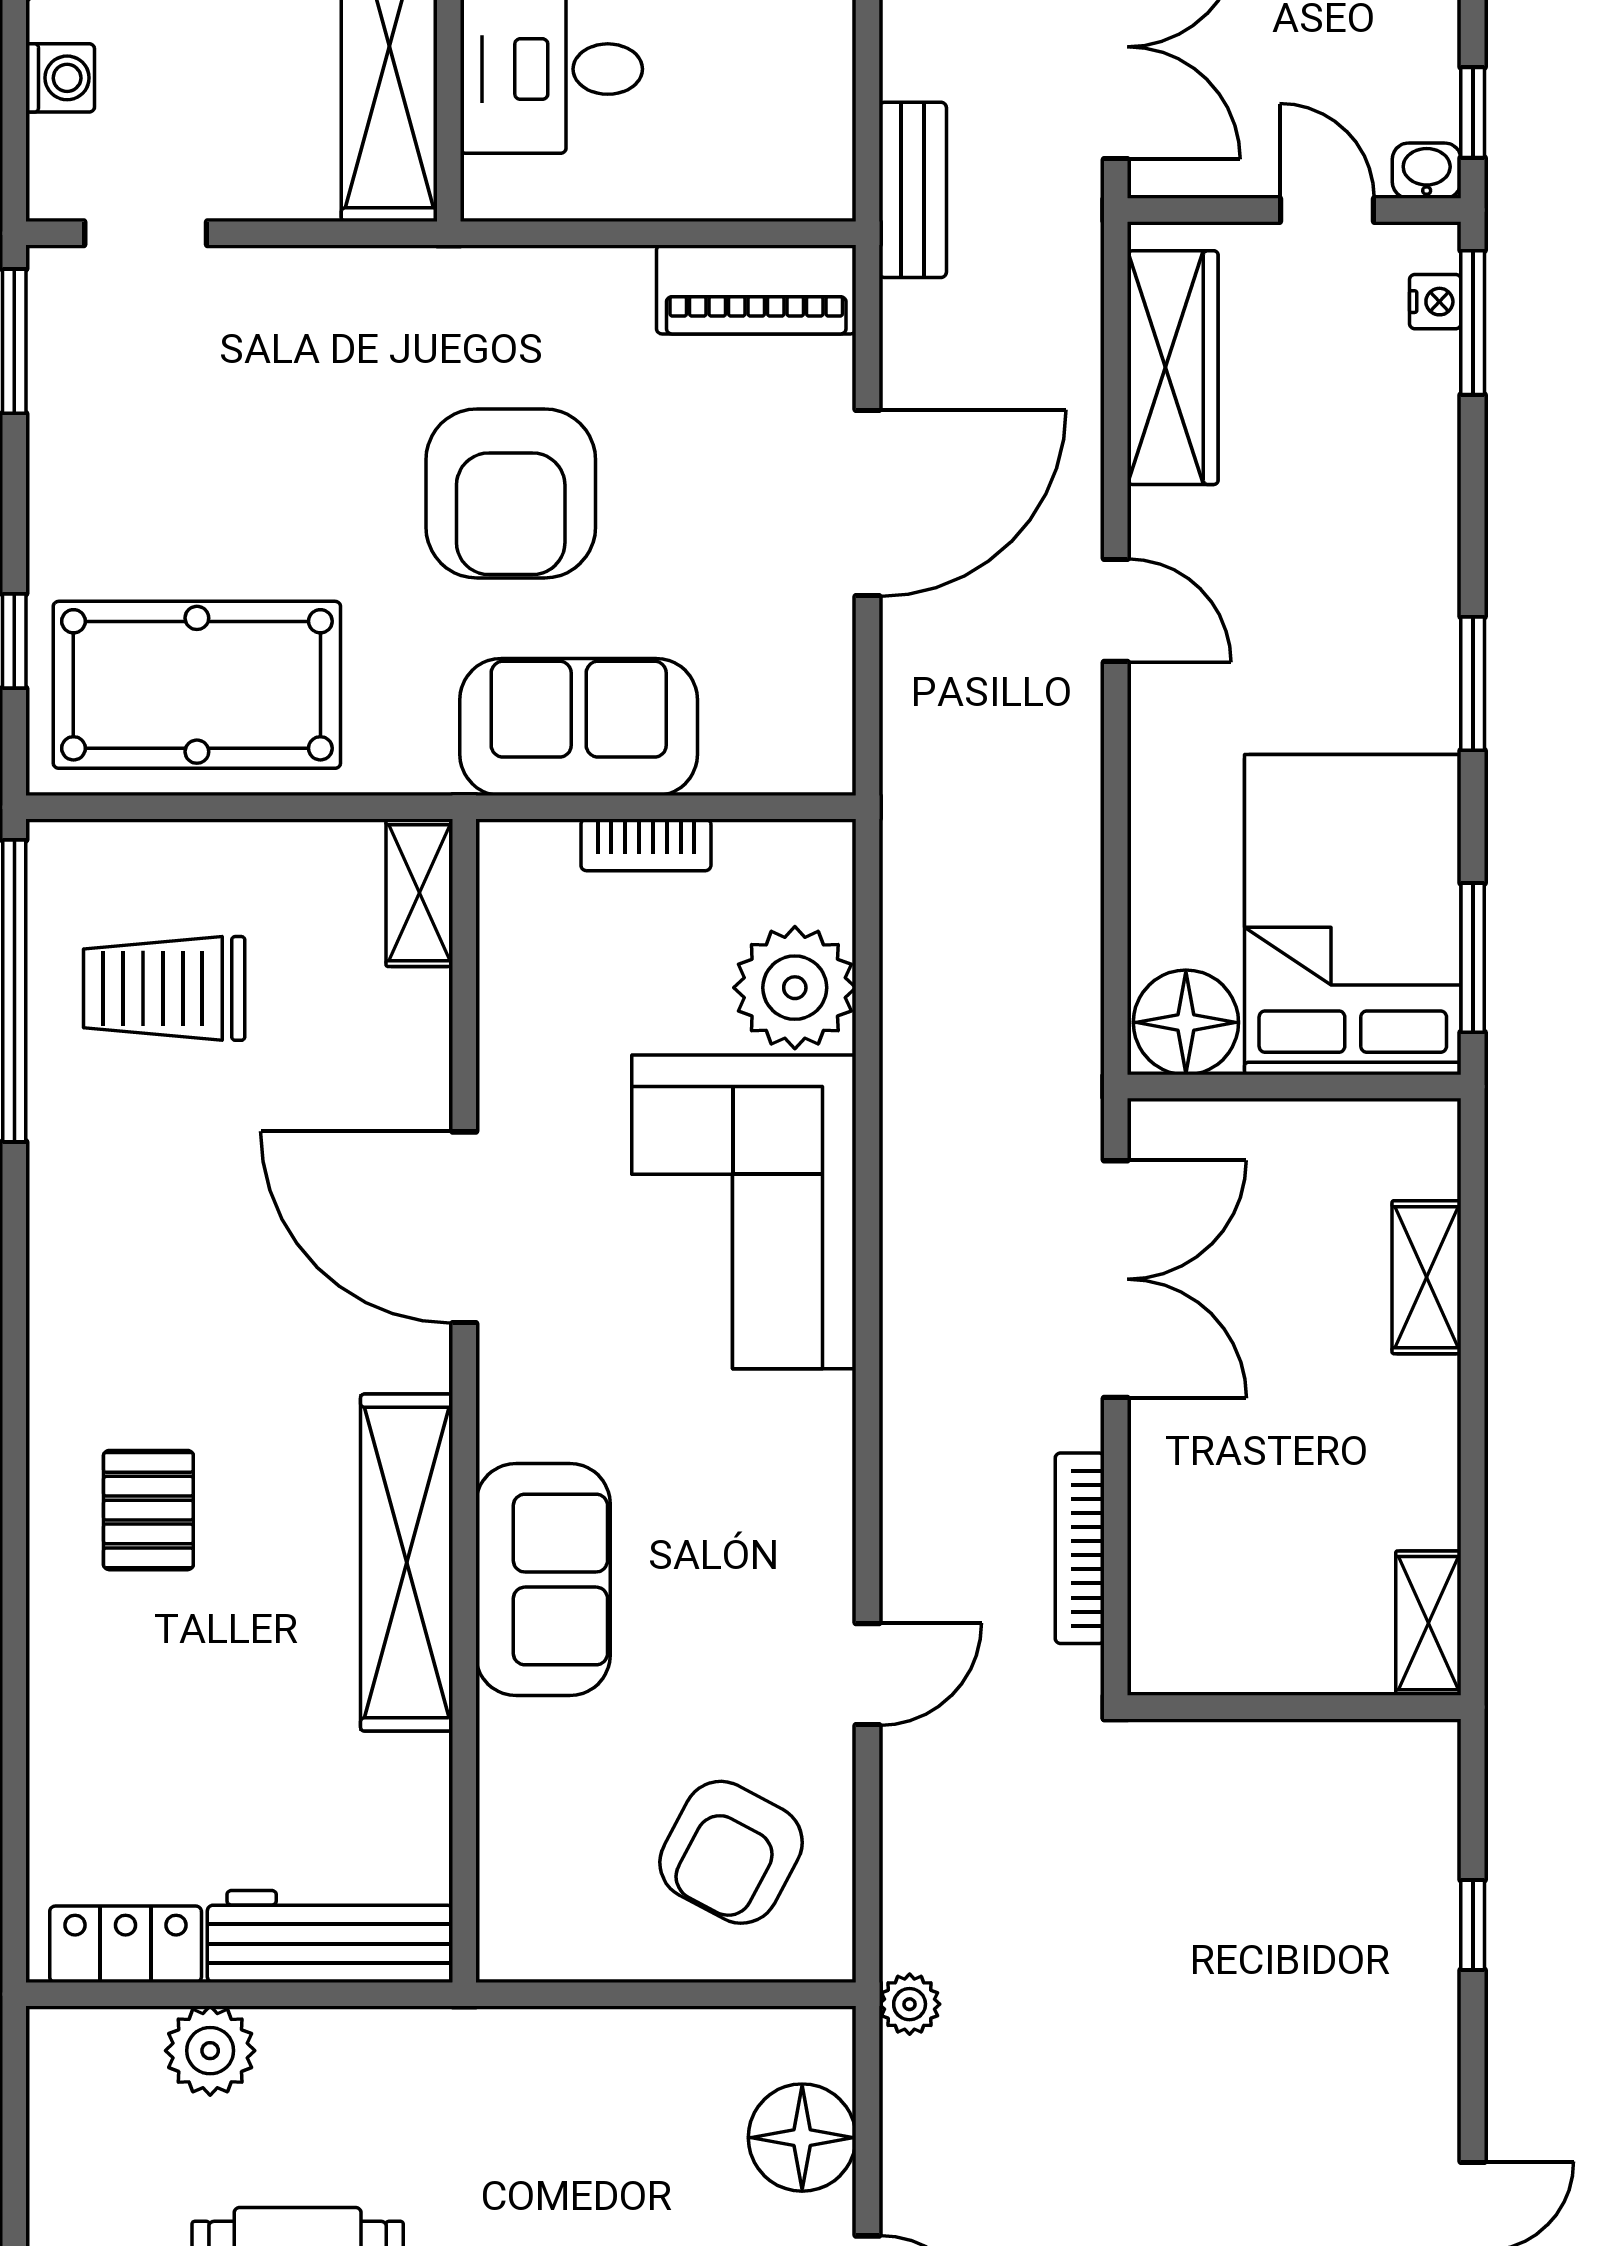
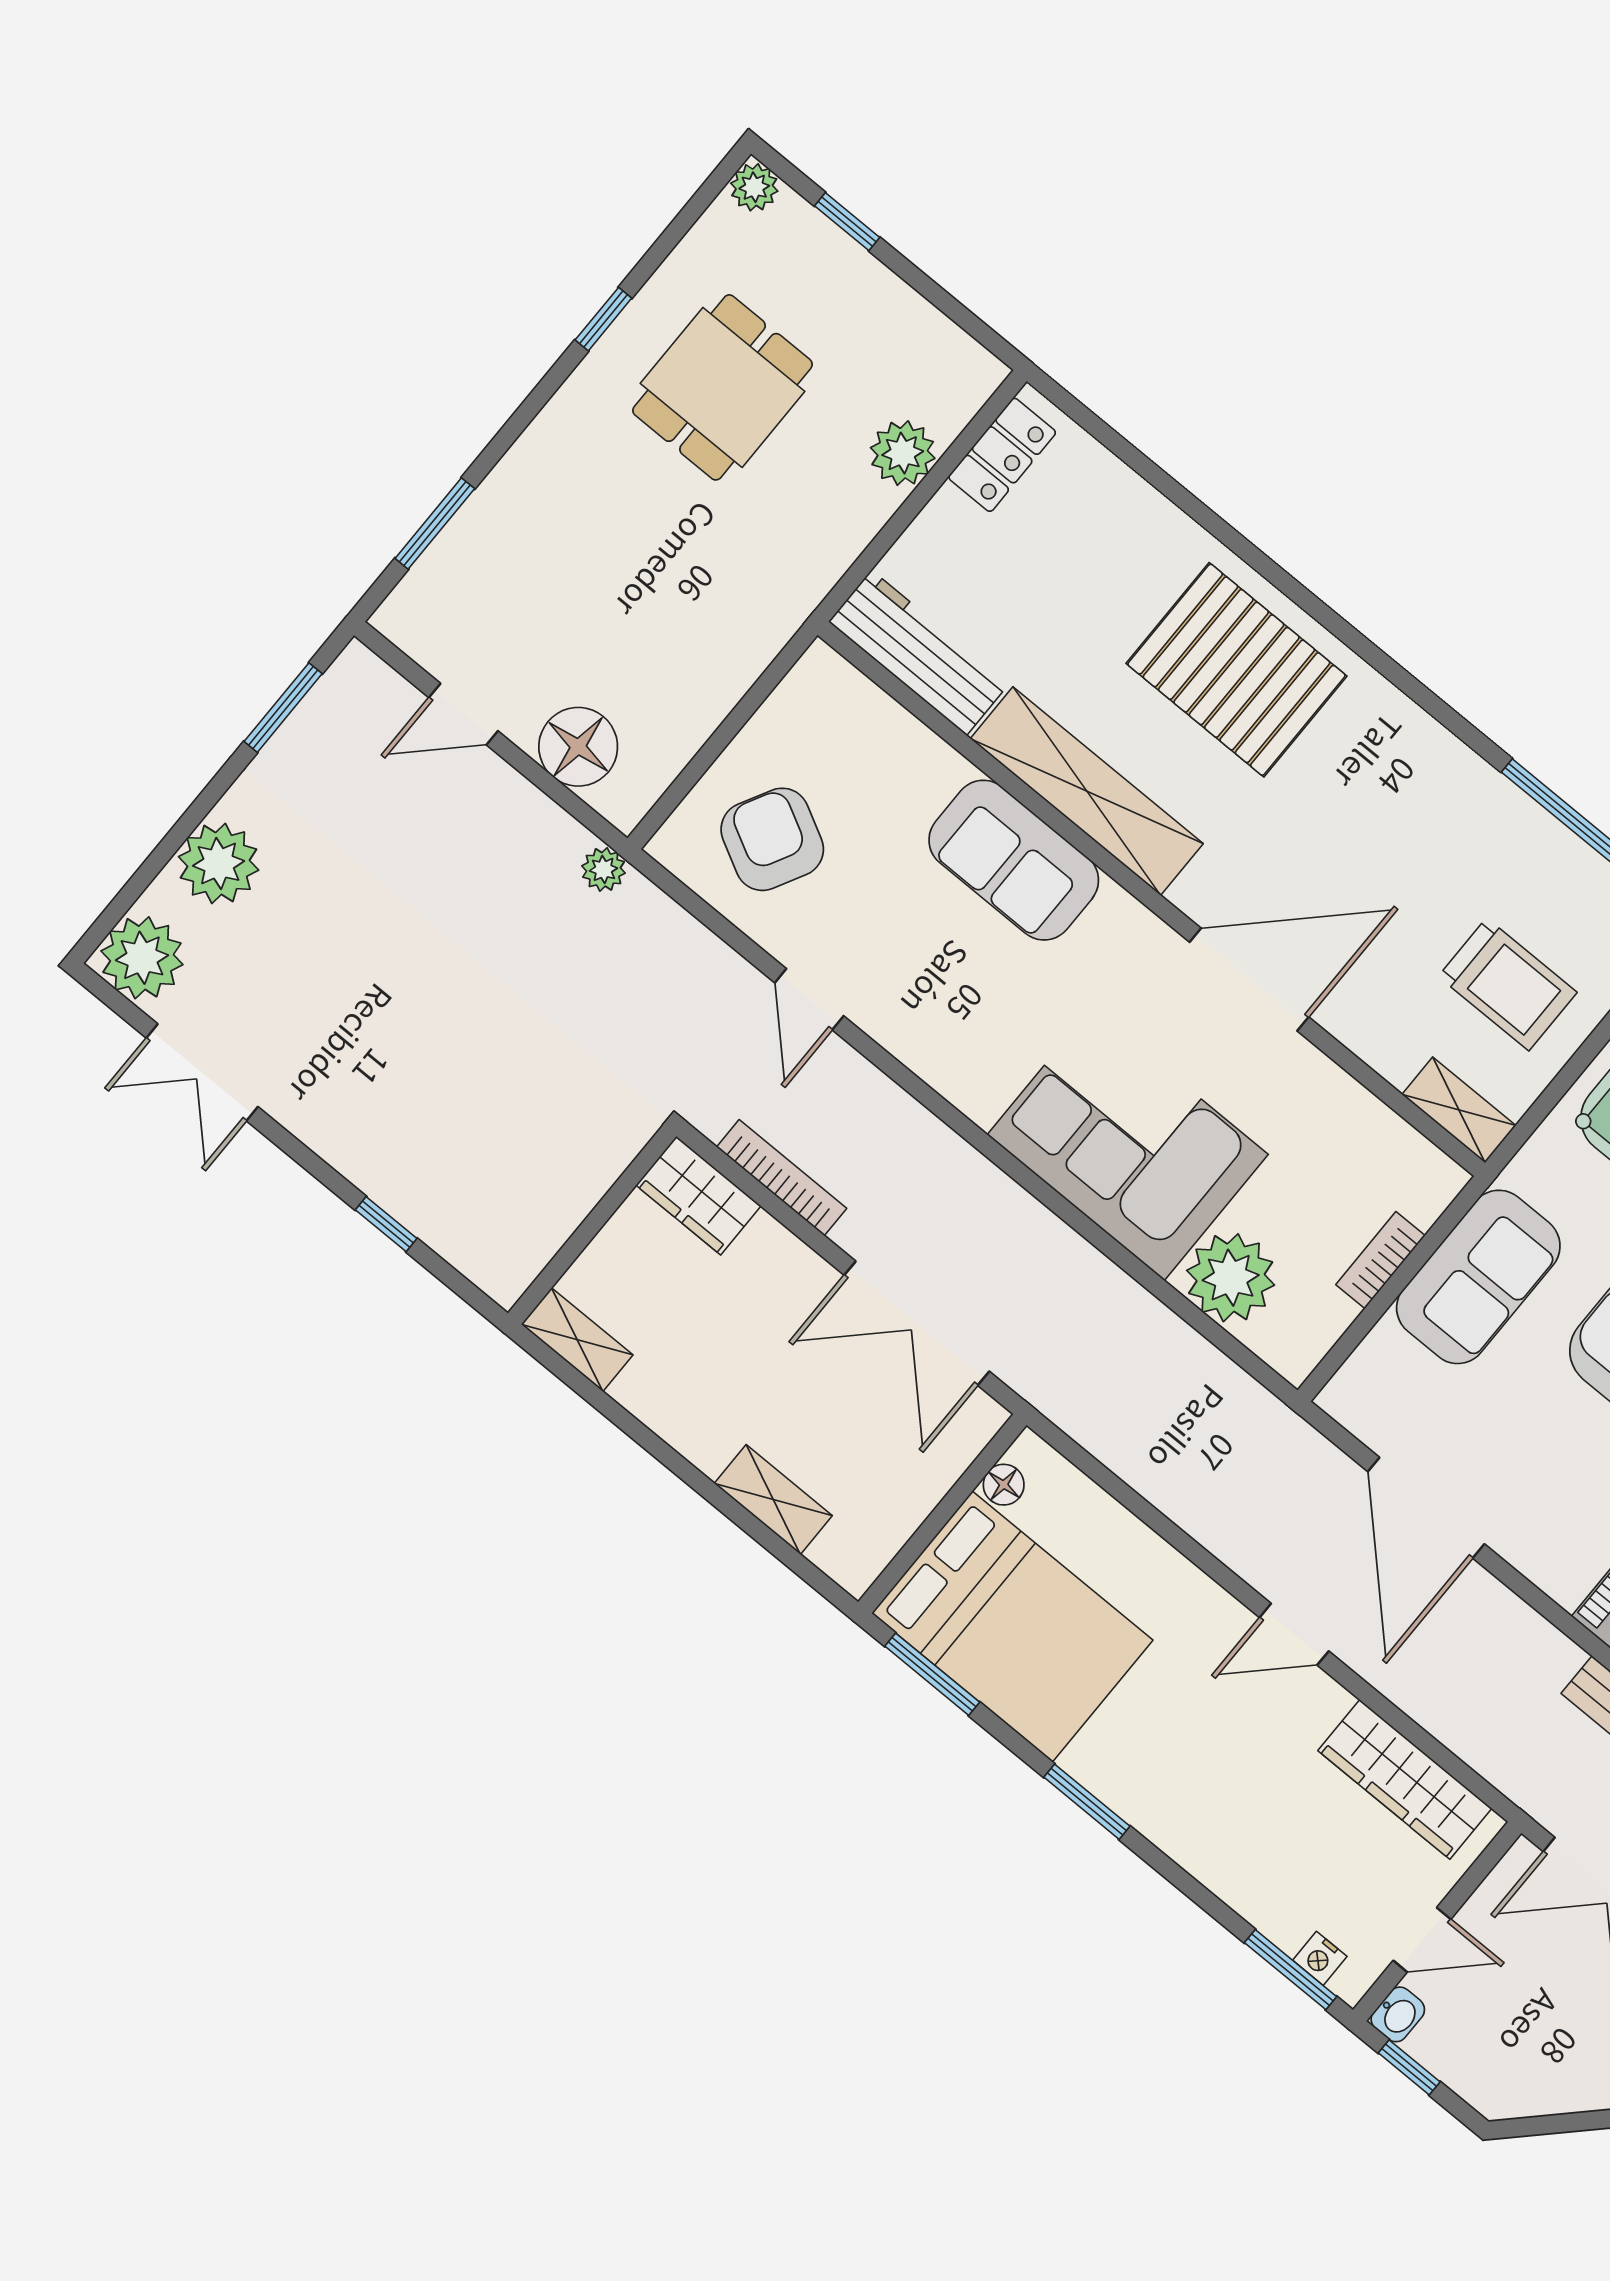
door: (868, 503) -> (1426, 1508), moved
trolley: (164, 988) -> (1508, 984), moved, turned 90
floor lamp: (1186, 1022) -> (1004, 1485), width x0.53, depth x0.53
pallet: (148, 1510) -> (1237, 670), width x2.05, depth x2.00
wardrobe: (1171, 1620) -> (698, 1196), added
workbench: (330, 1936) -> (919, 653), moved, turned -90

